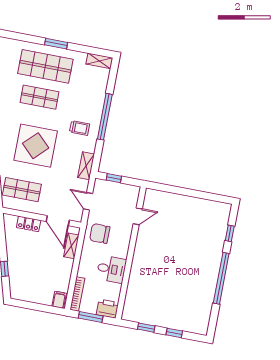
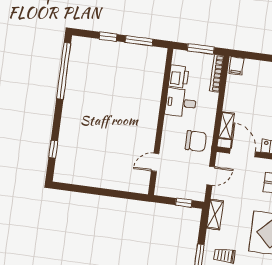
door: (88, 201) -> (211, 176), hinge flipped
window: (221, 278) -> (64, 71), moved
printer: (107, 309) -> (179, 77), moved, turned -90
window: (146, 328) -> (139, 41), width x1.50

